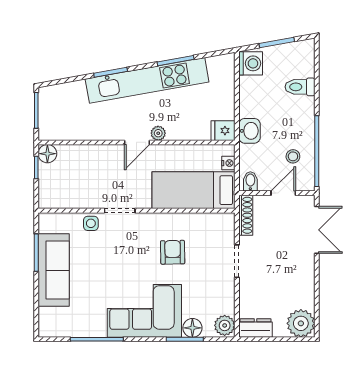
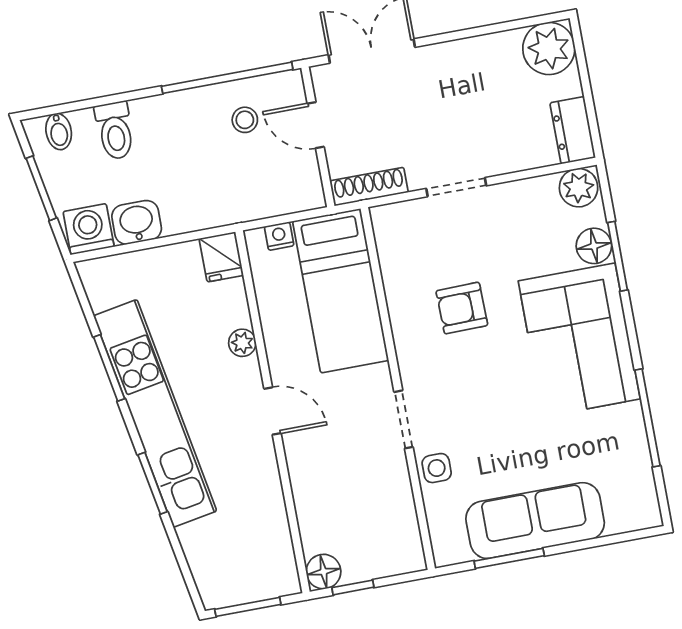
washbasin: (249, 131) -> (137, 222), moved
plant: (158, 133) -> (242, 343), moved
bidet: (250, 181) -> (59, 131), moved, turned -90

